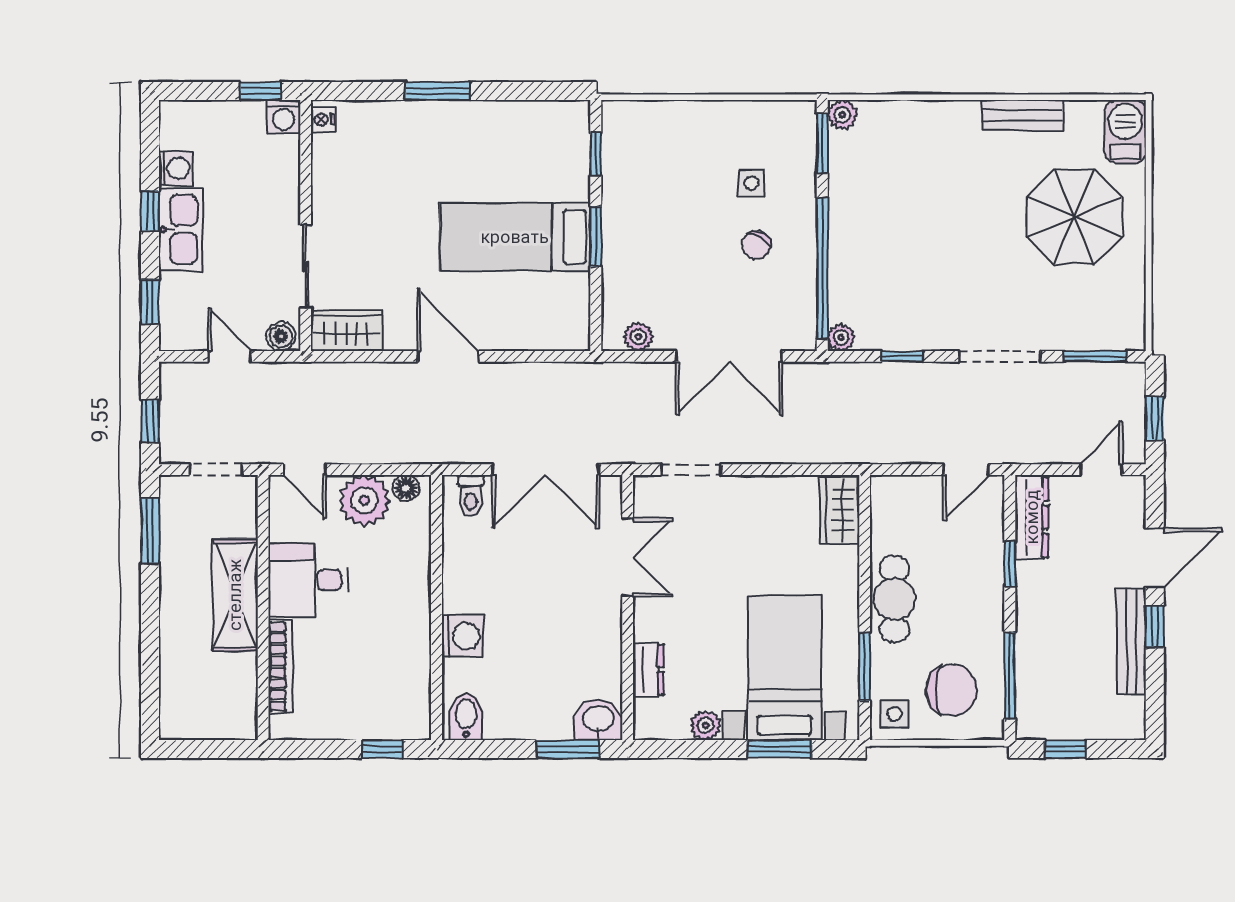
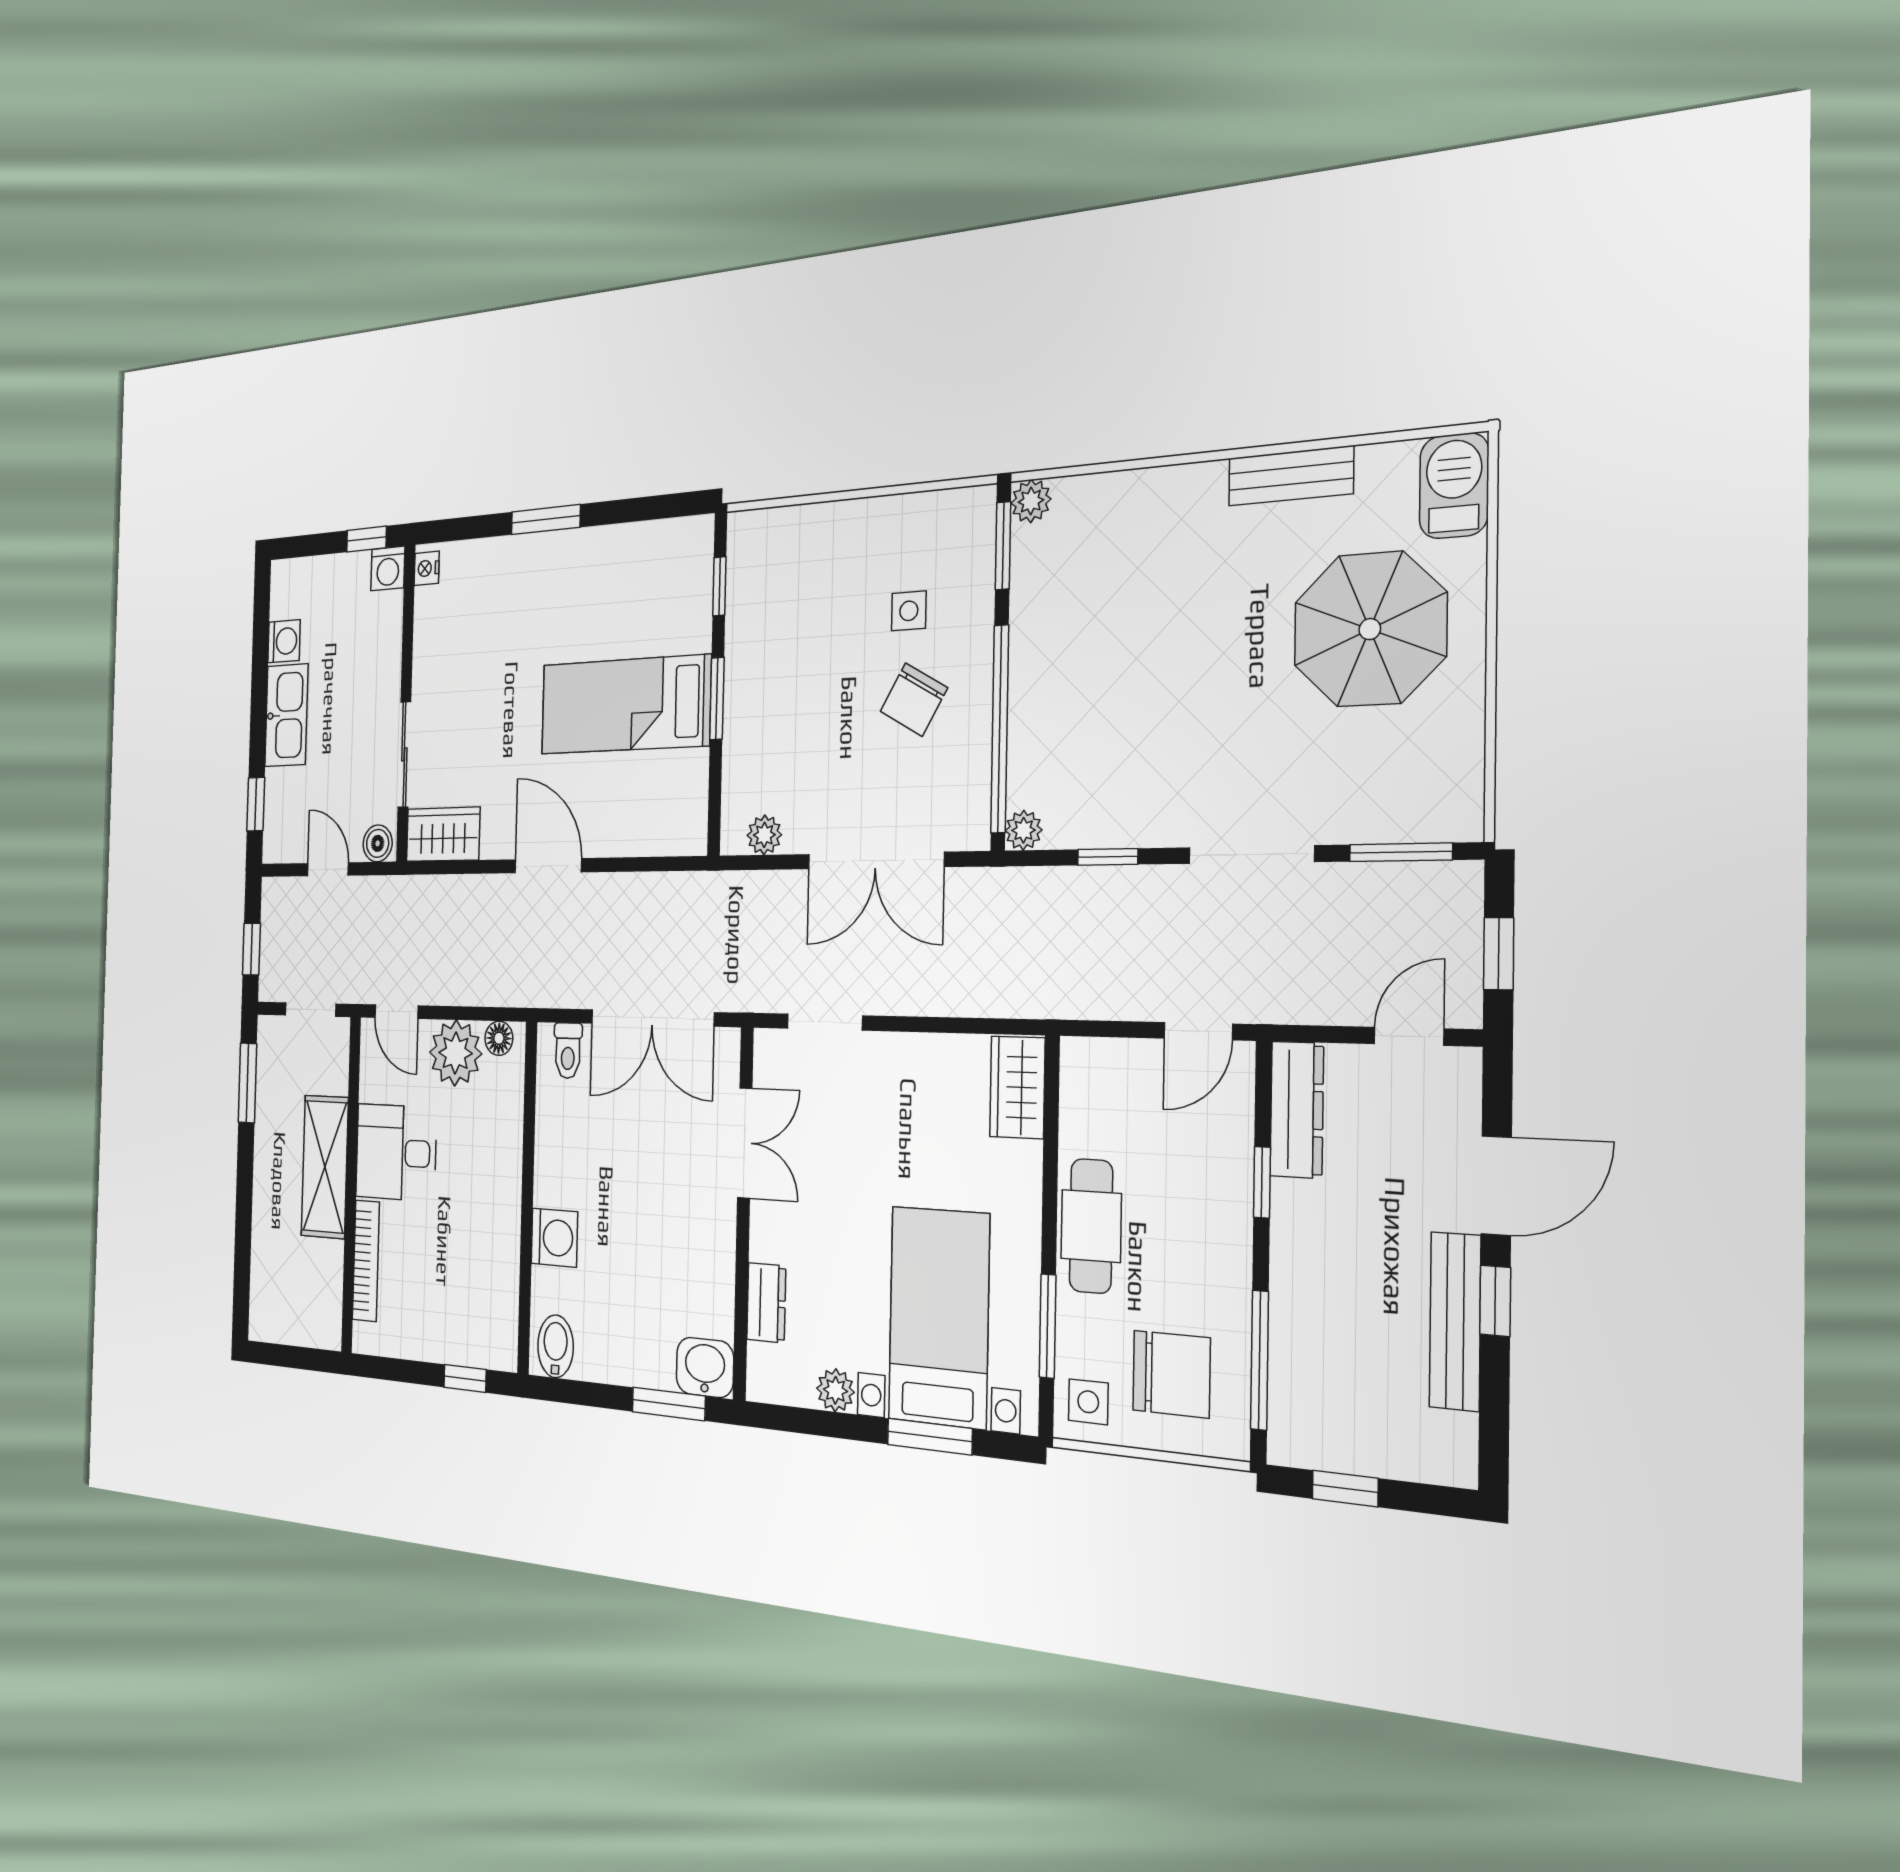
window: (150, 211) -> (259, 695), removed
chair: (756, 245) -> (914, 700), width x1.37, depth x1.37

